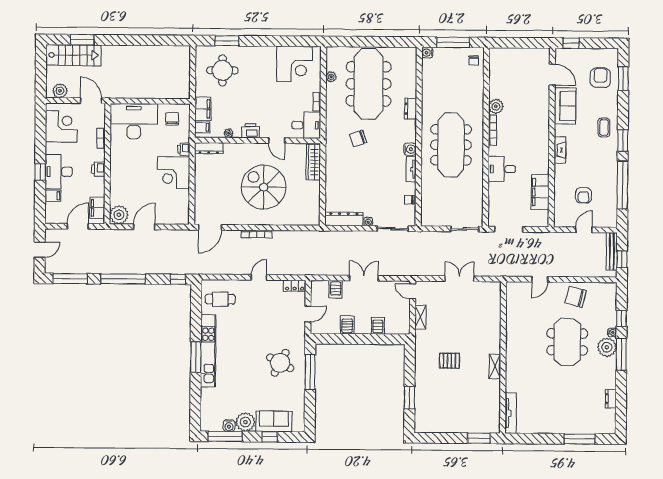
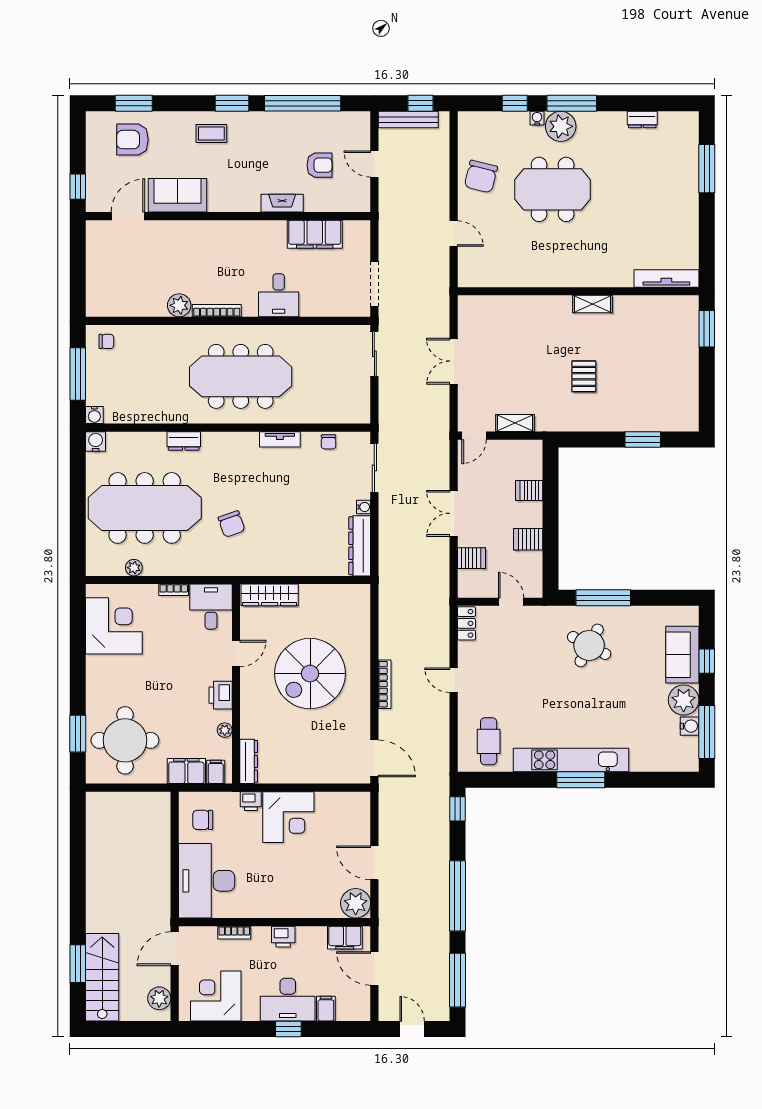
round table: (222, 70) -> (125, 740), width x1.36, depth x1.36
water cooler: (410, 149) -> (96, 442), moved
fireplace: (560, 150) -> (282, 203), moved

